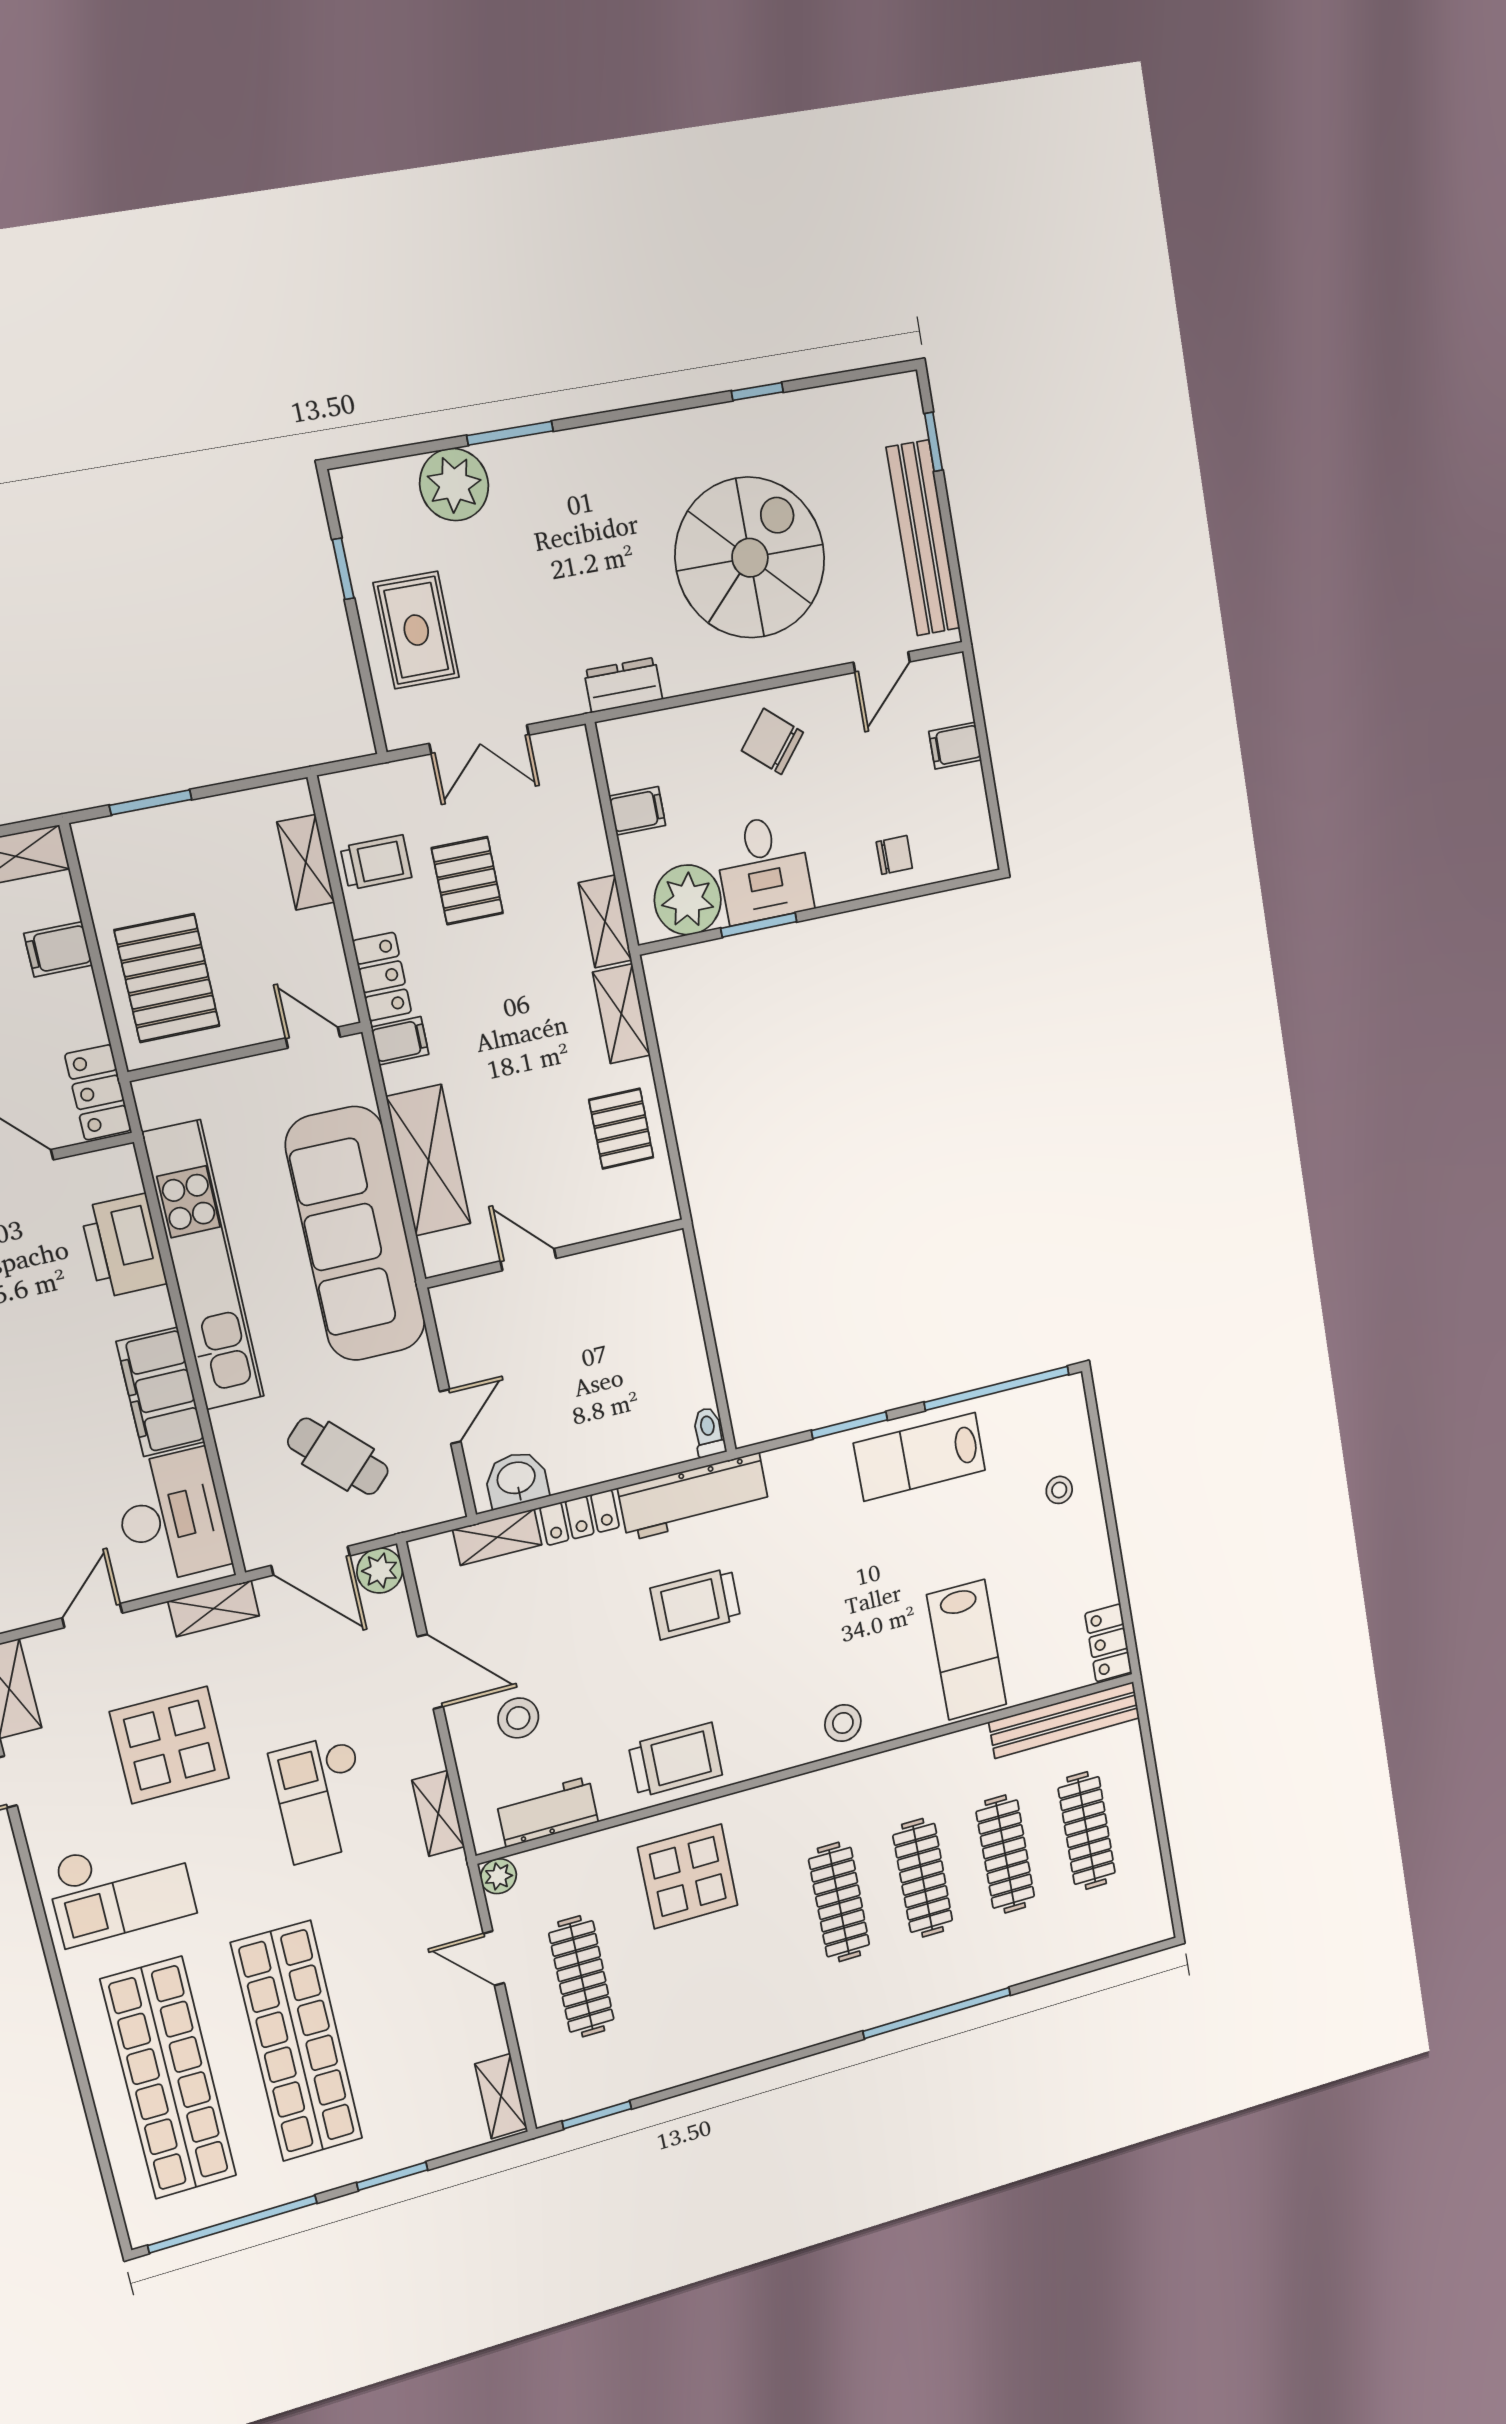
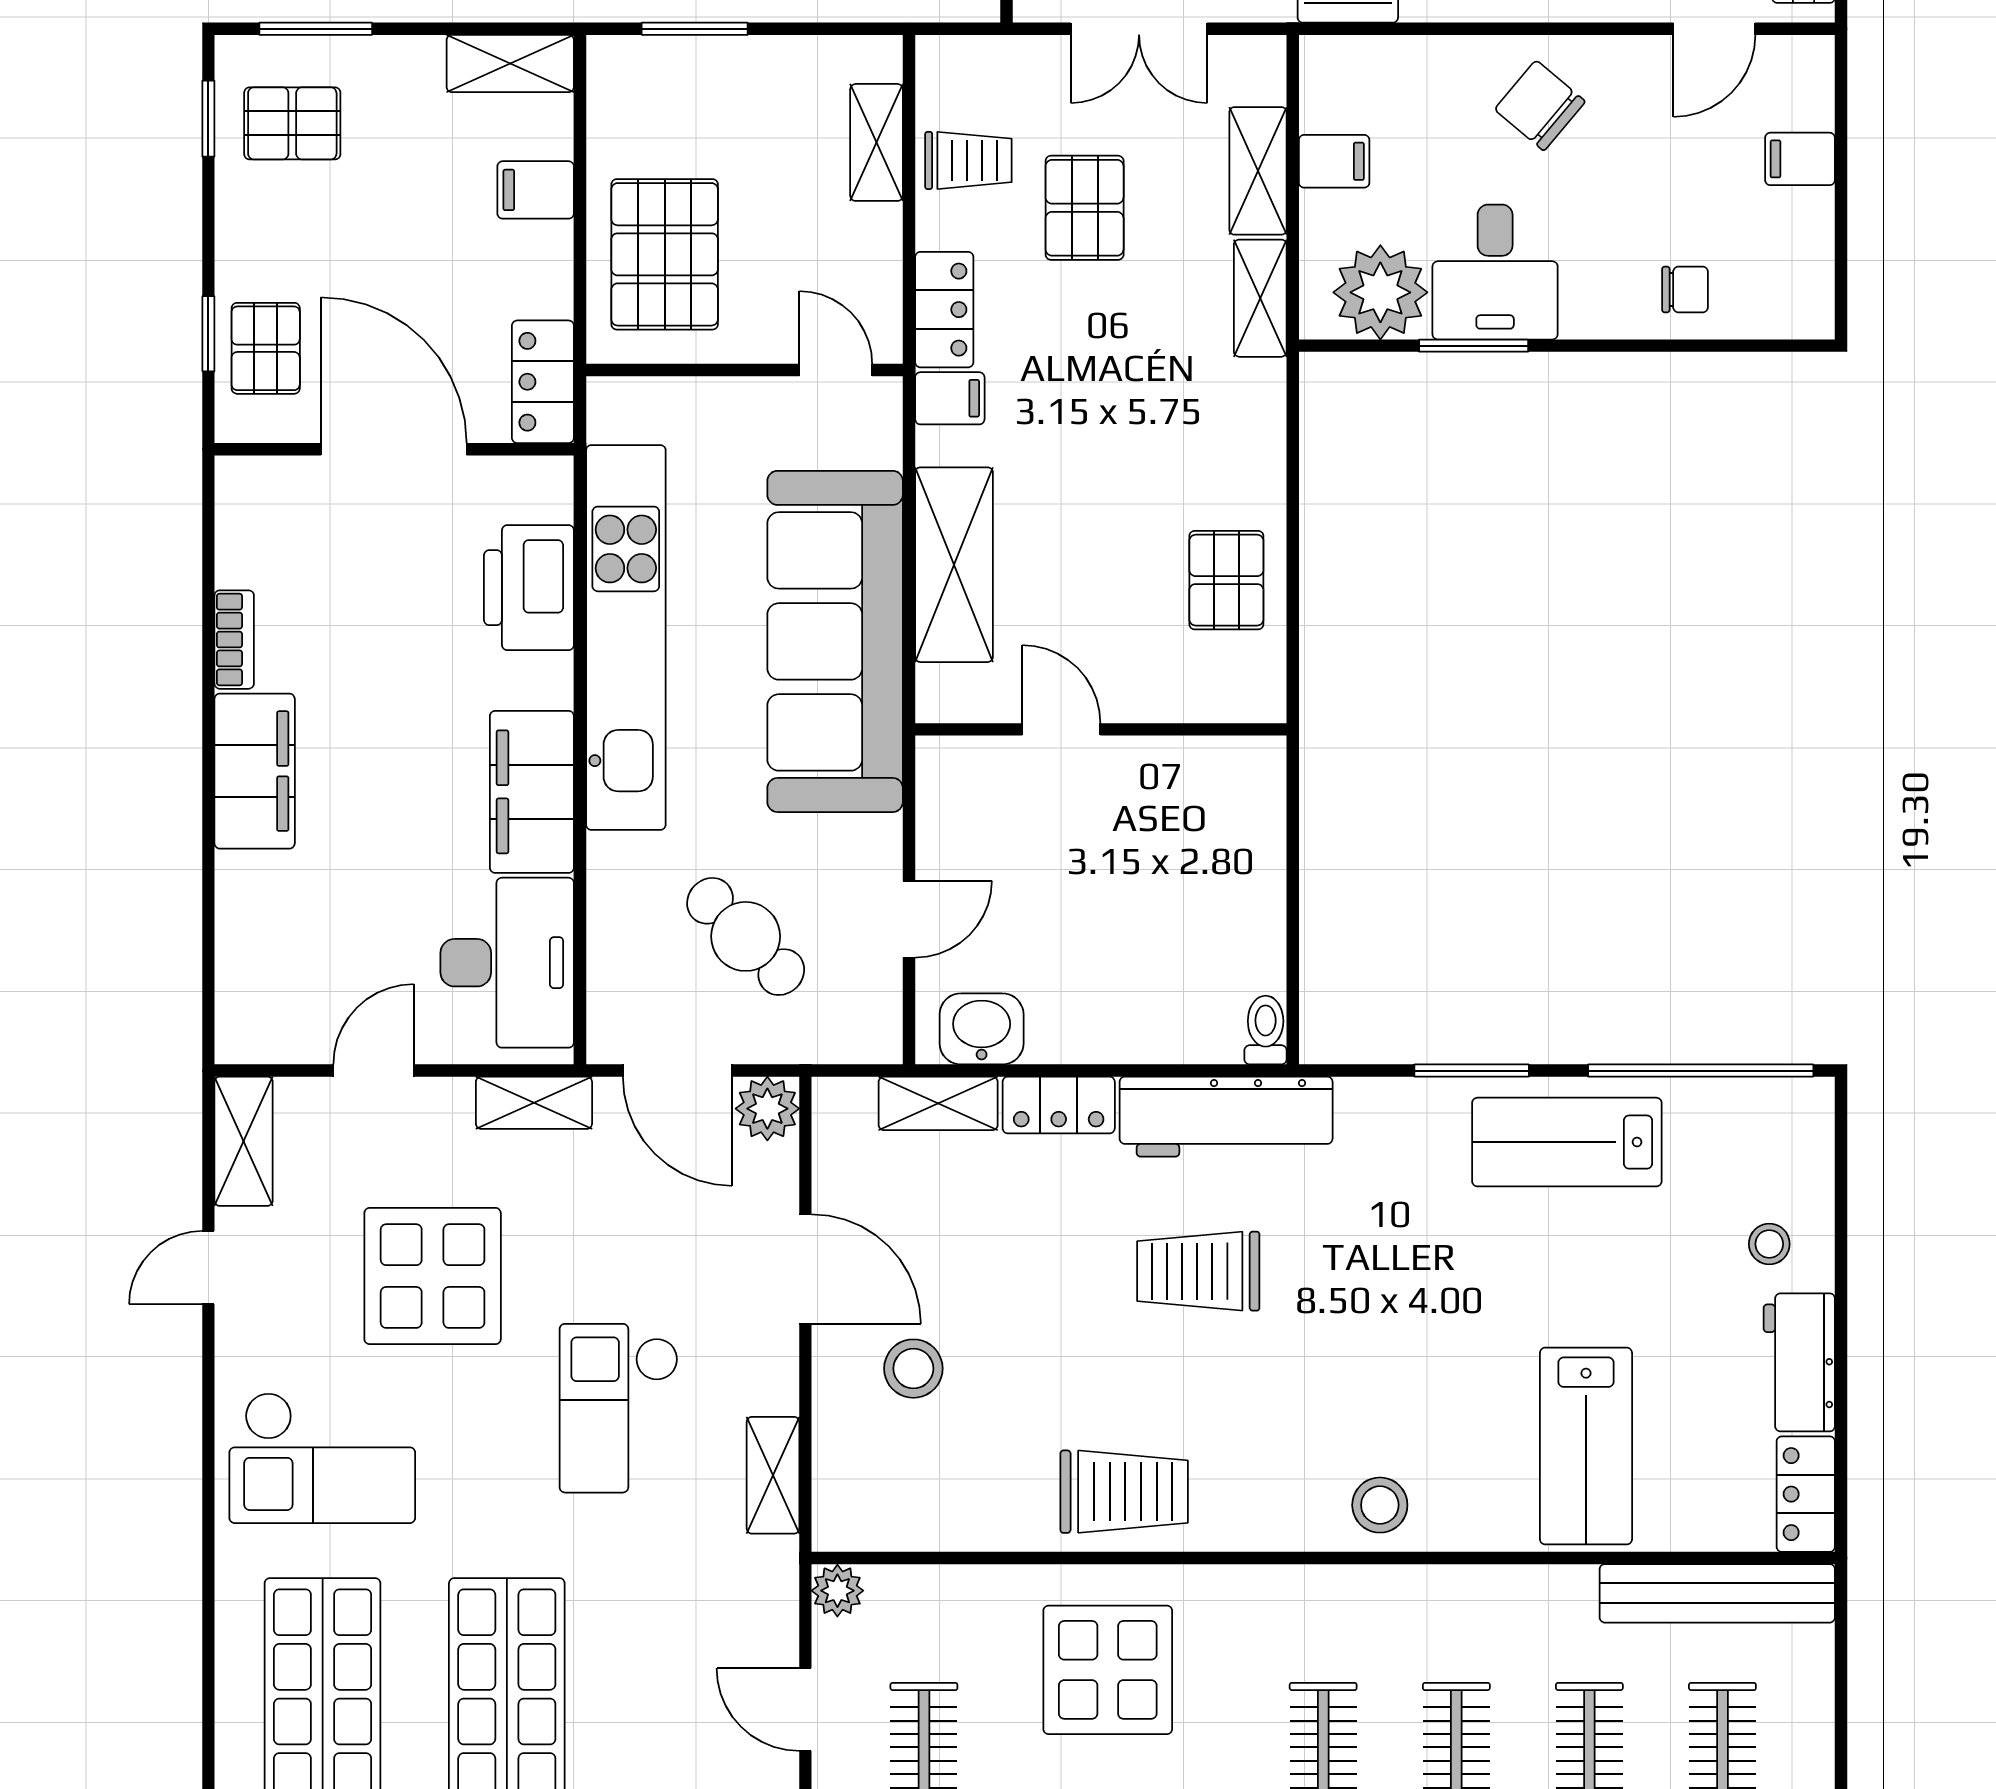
shelving: (621, 1014) -> (1258, 171), moved
workbench: (548, 1812) -> (1799, 1362), moved, turned -90

